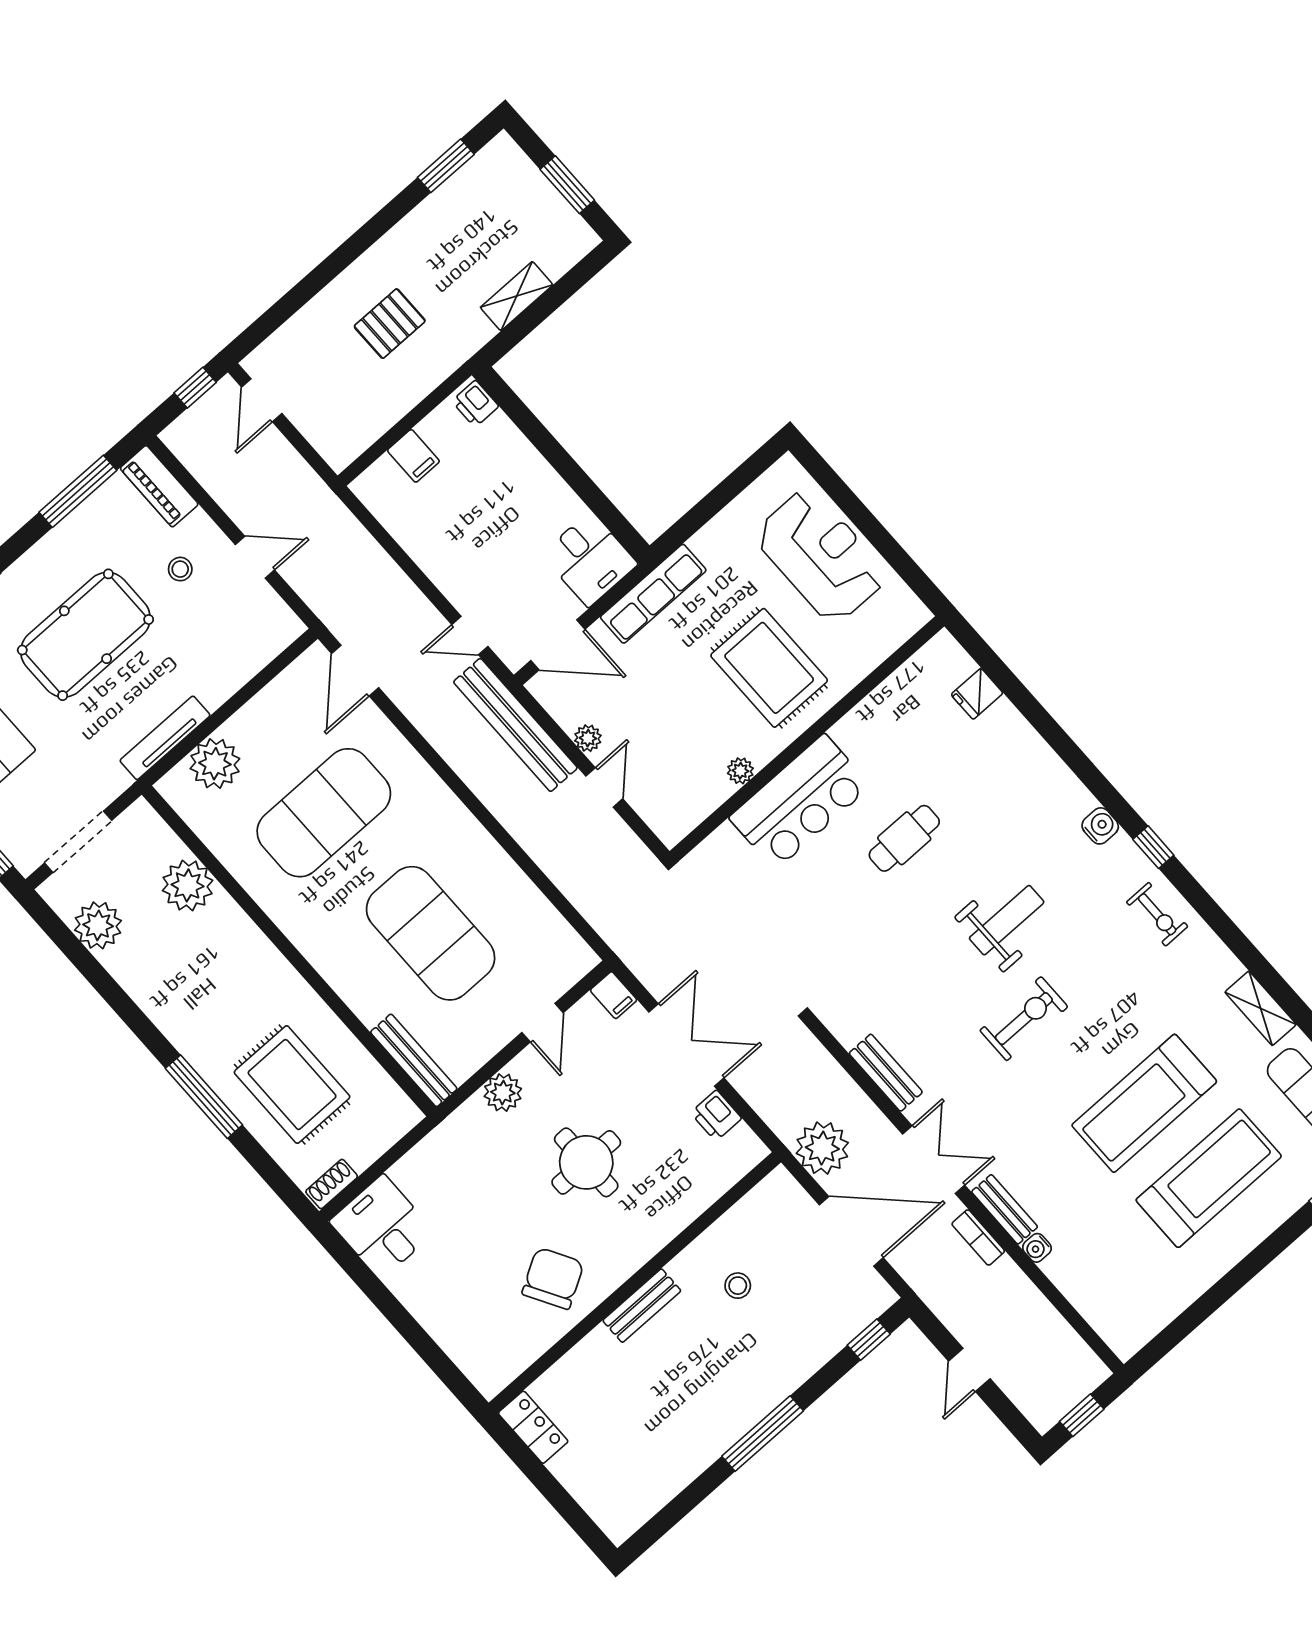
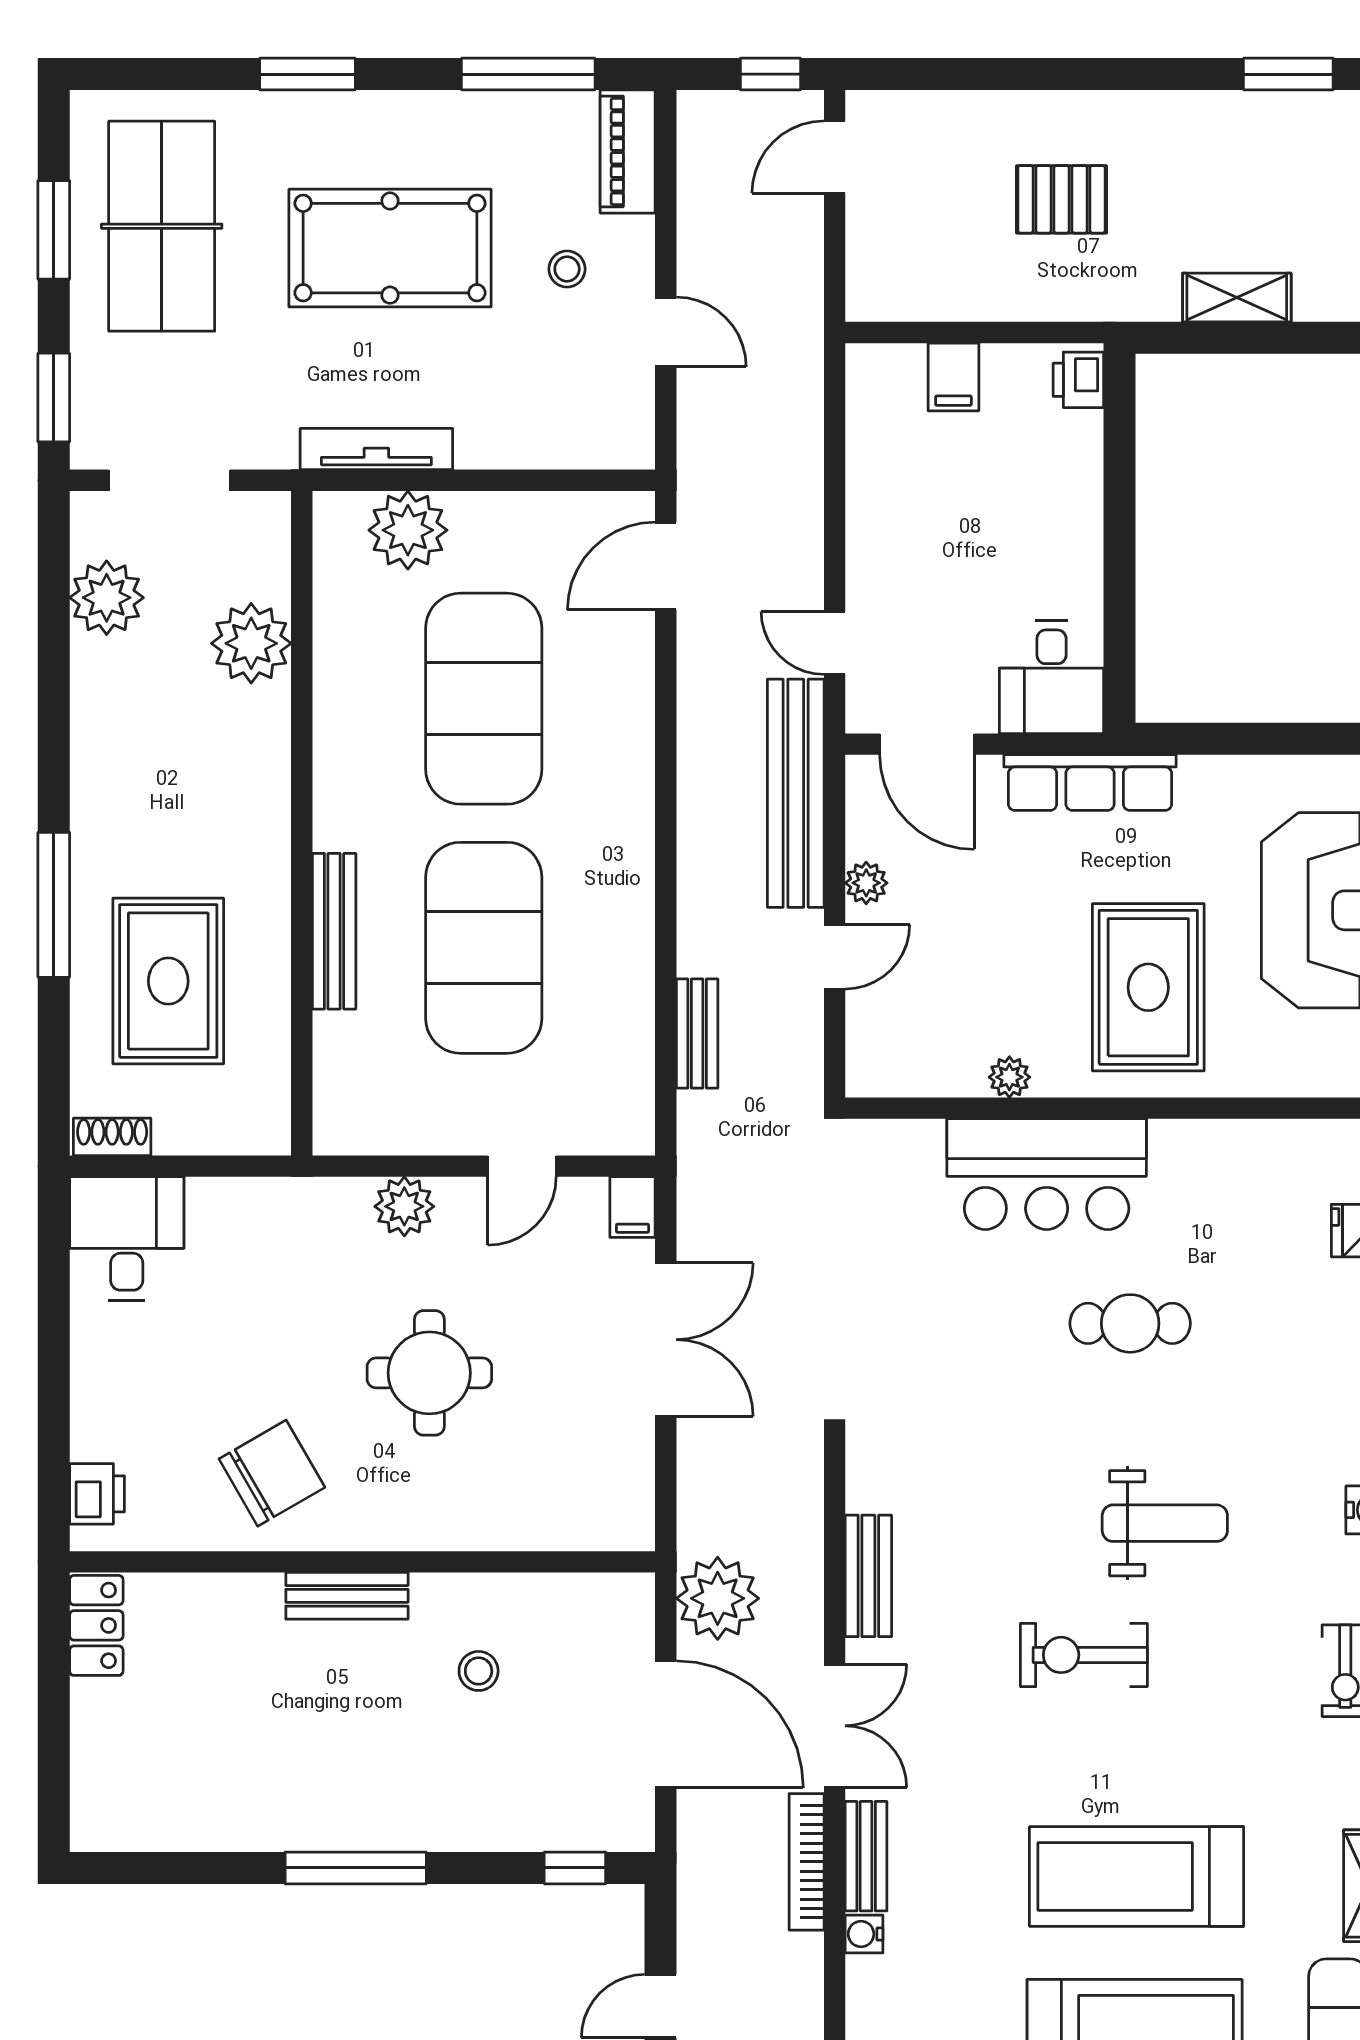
exercise mat: (324, 813) -> (484, 699), turned 90
bench: (571, 883) -> (697, 1033), added
exercise bike: (1024, 1019) -> (1084, 1655), turned 180
bench: (414, 1060) -> (334, 931), moved
printer: (716, 1116) -> (97, 1494), moved, turned 180
bookcase: (978, 1237) -> (807, 1862), width x1.56

